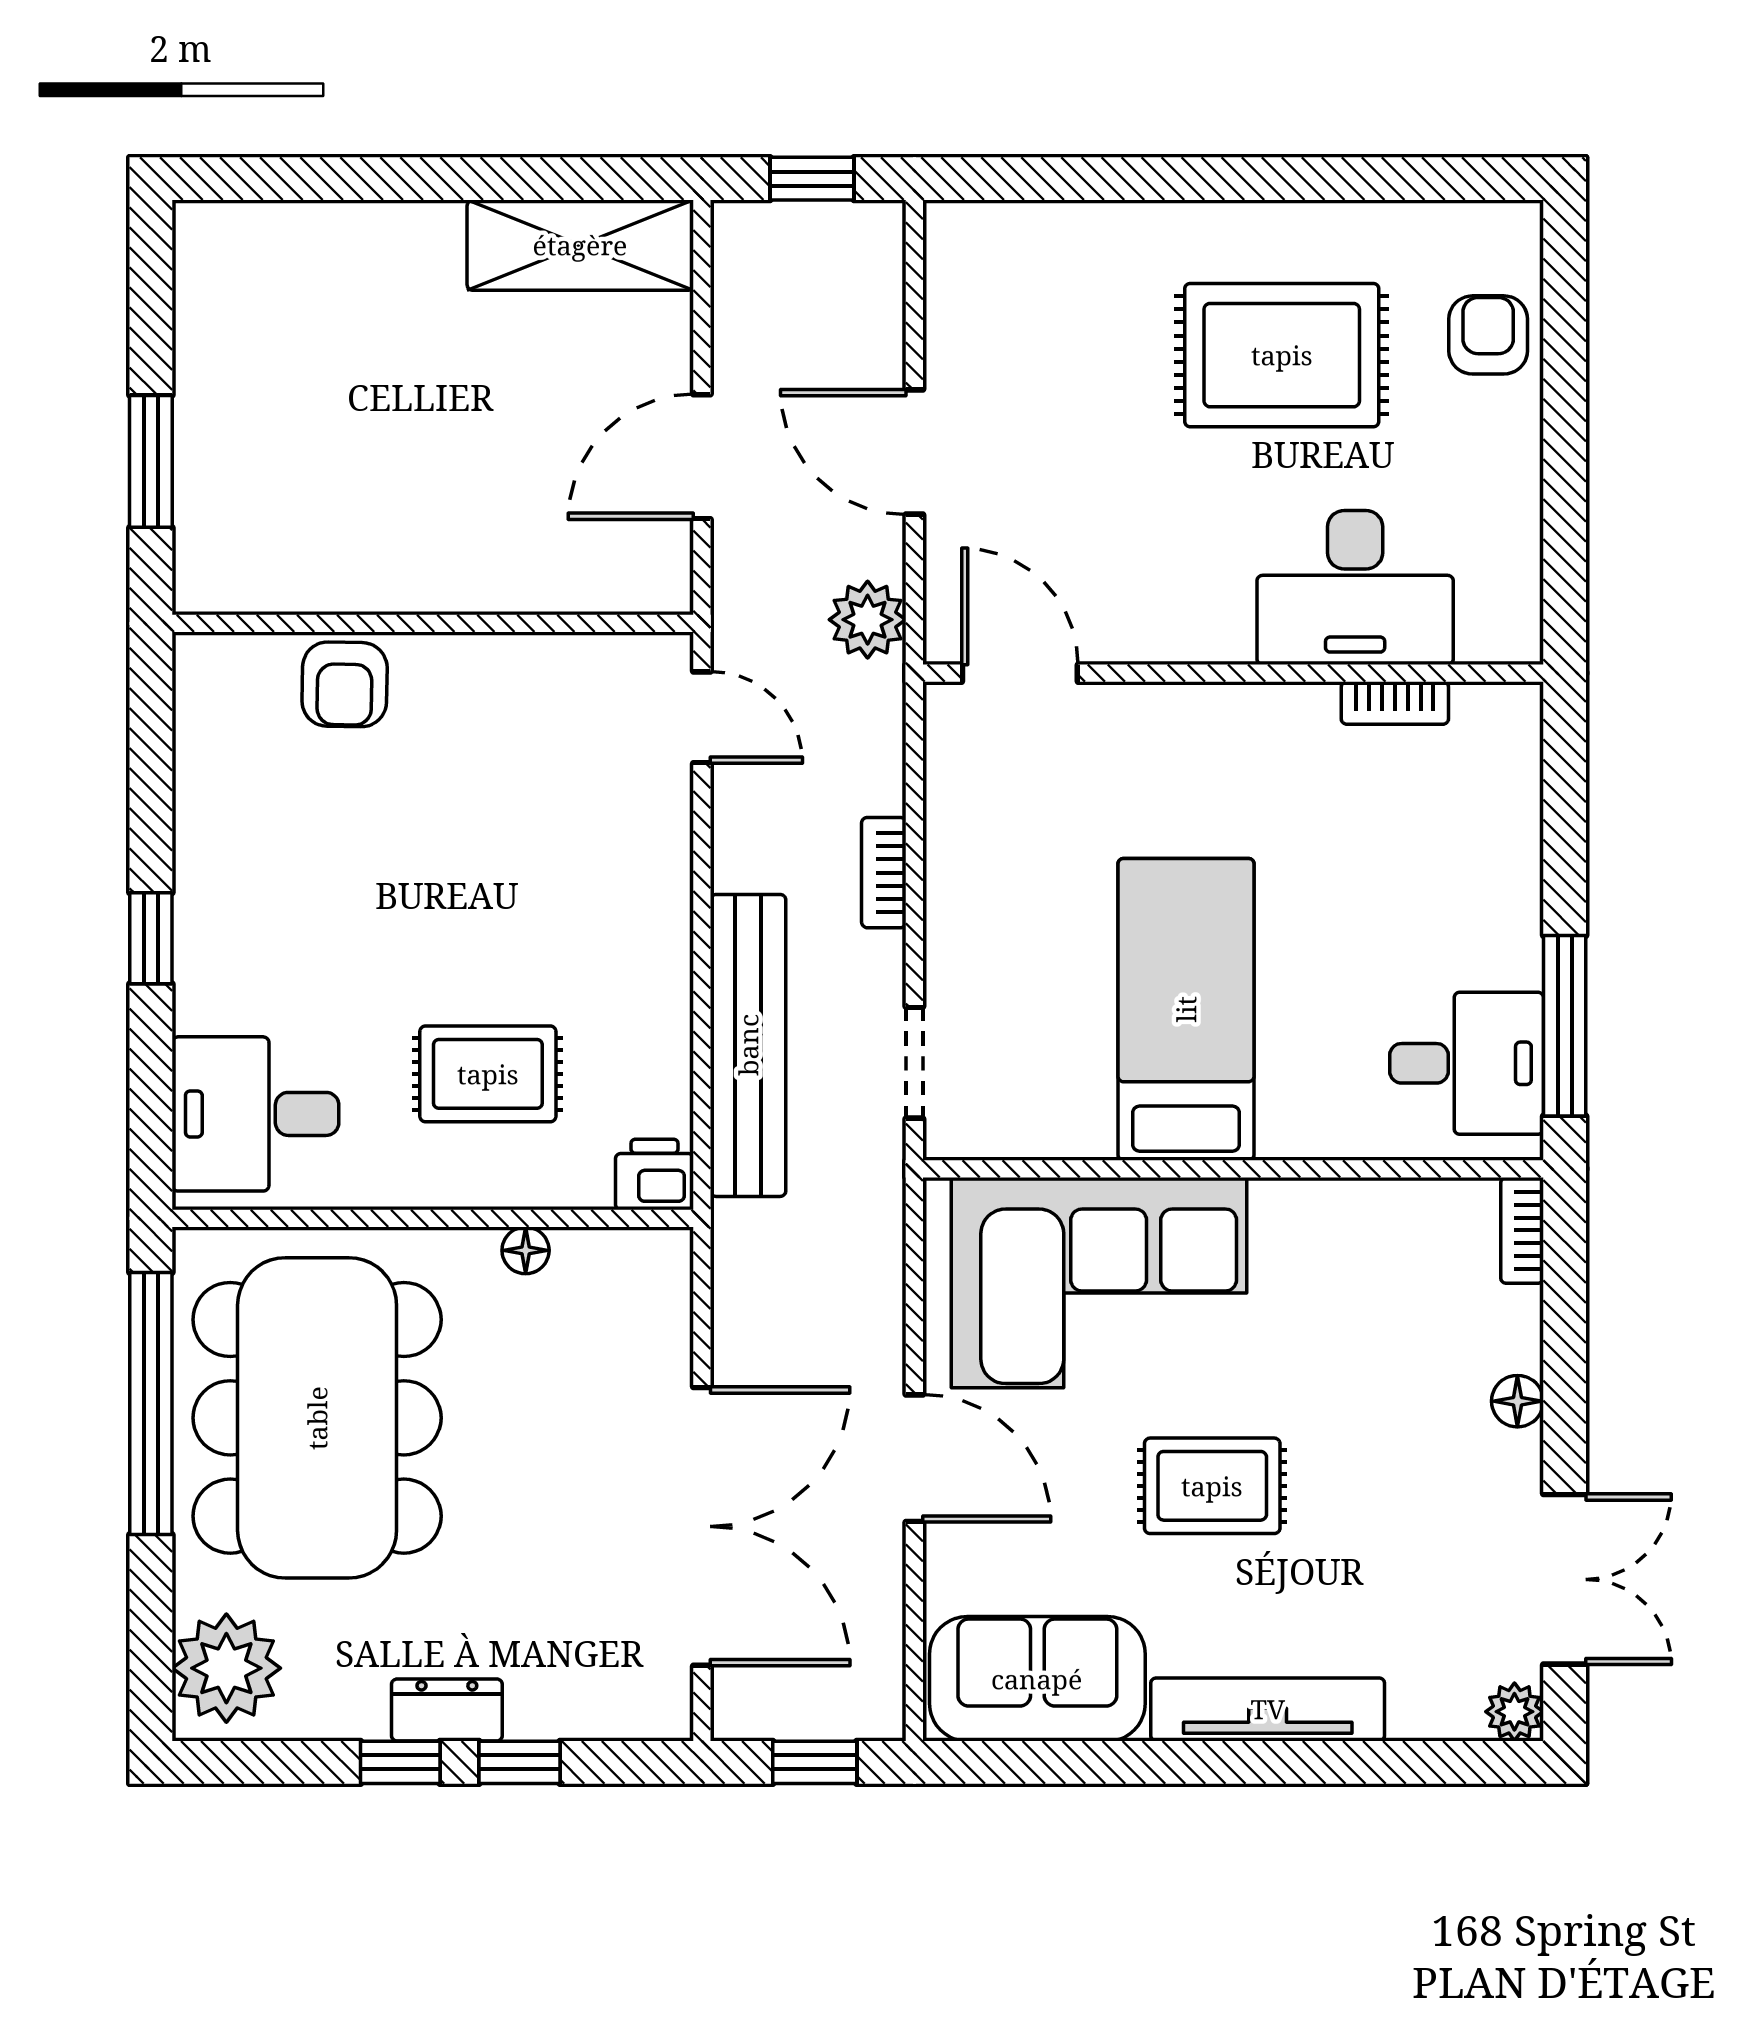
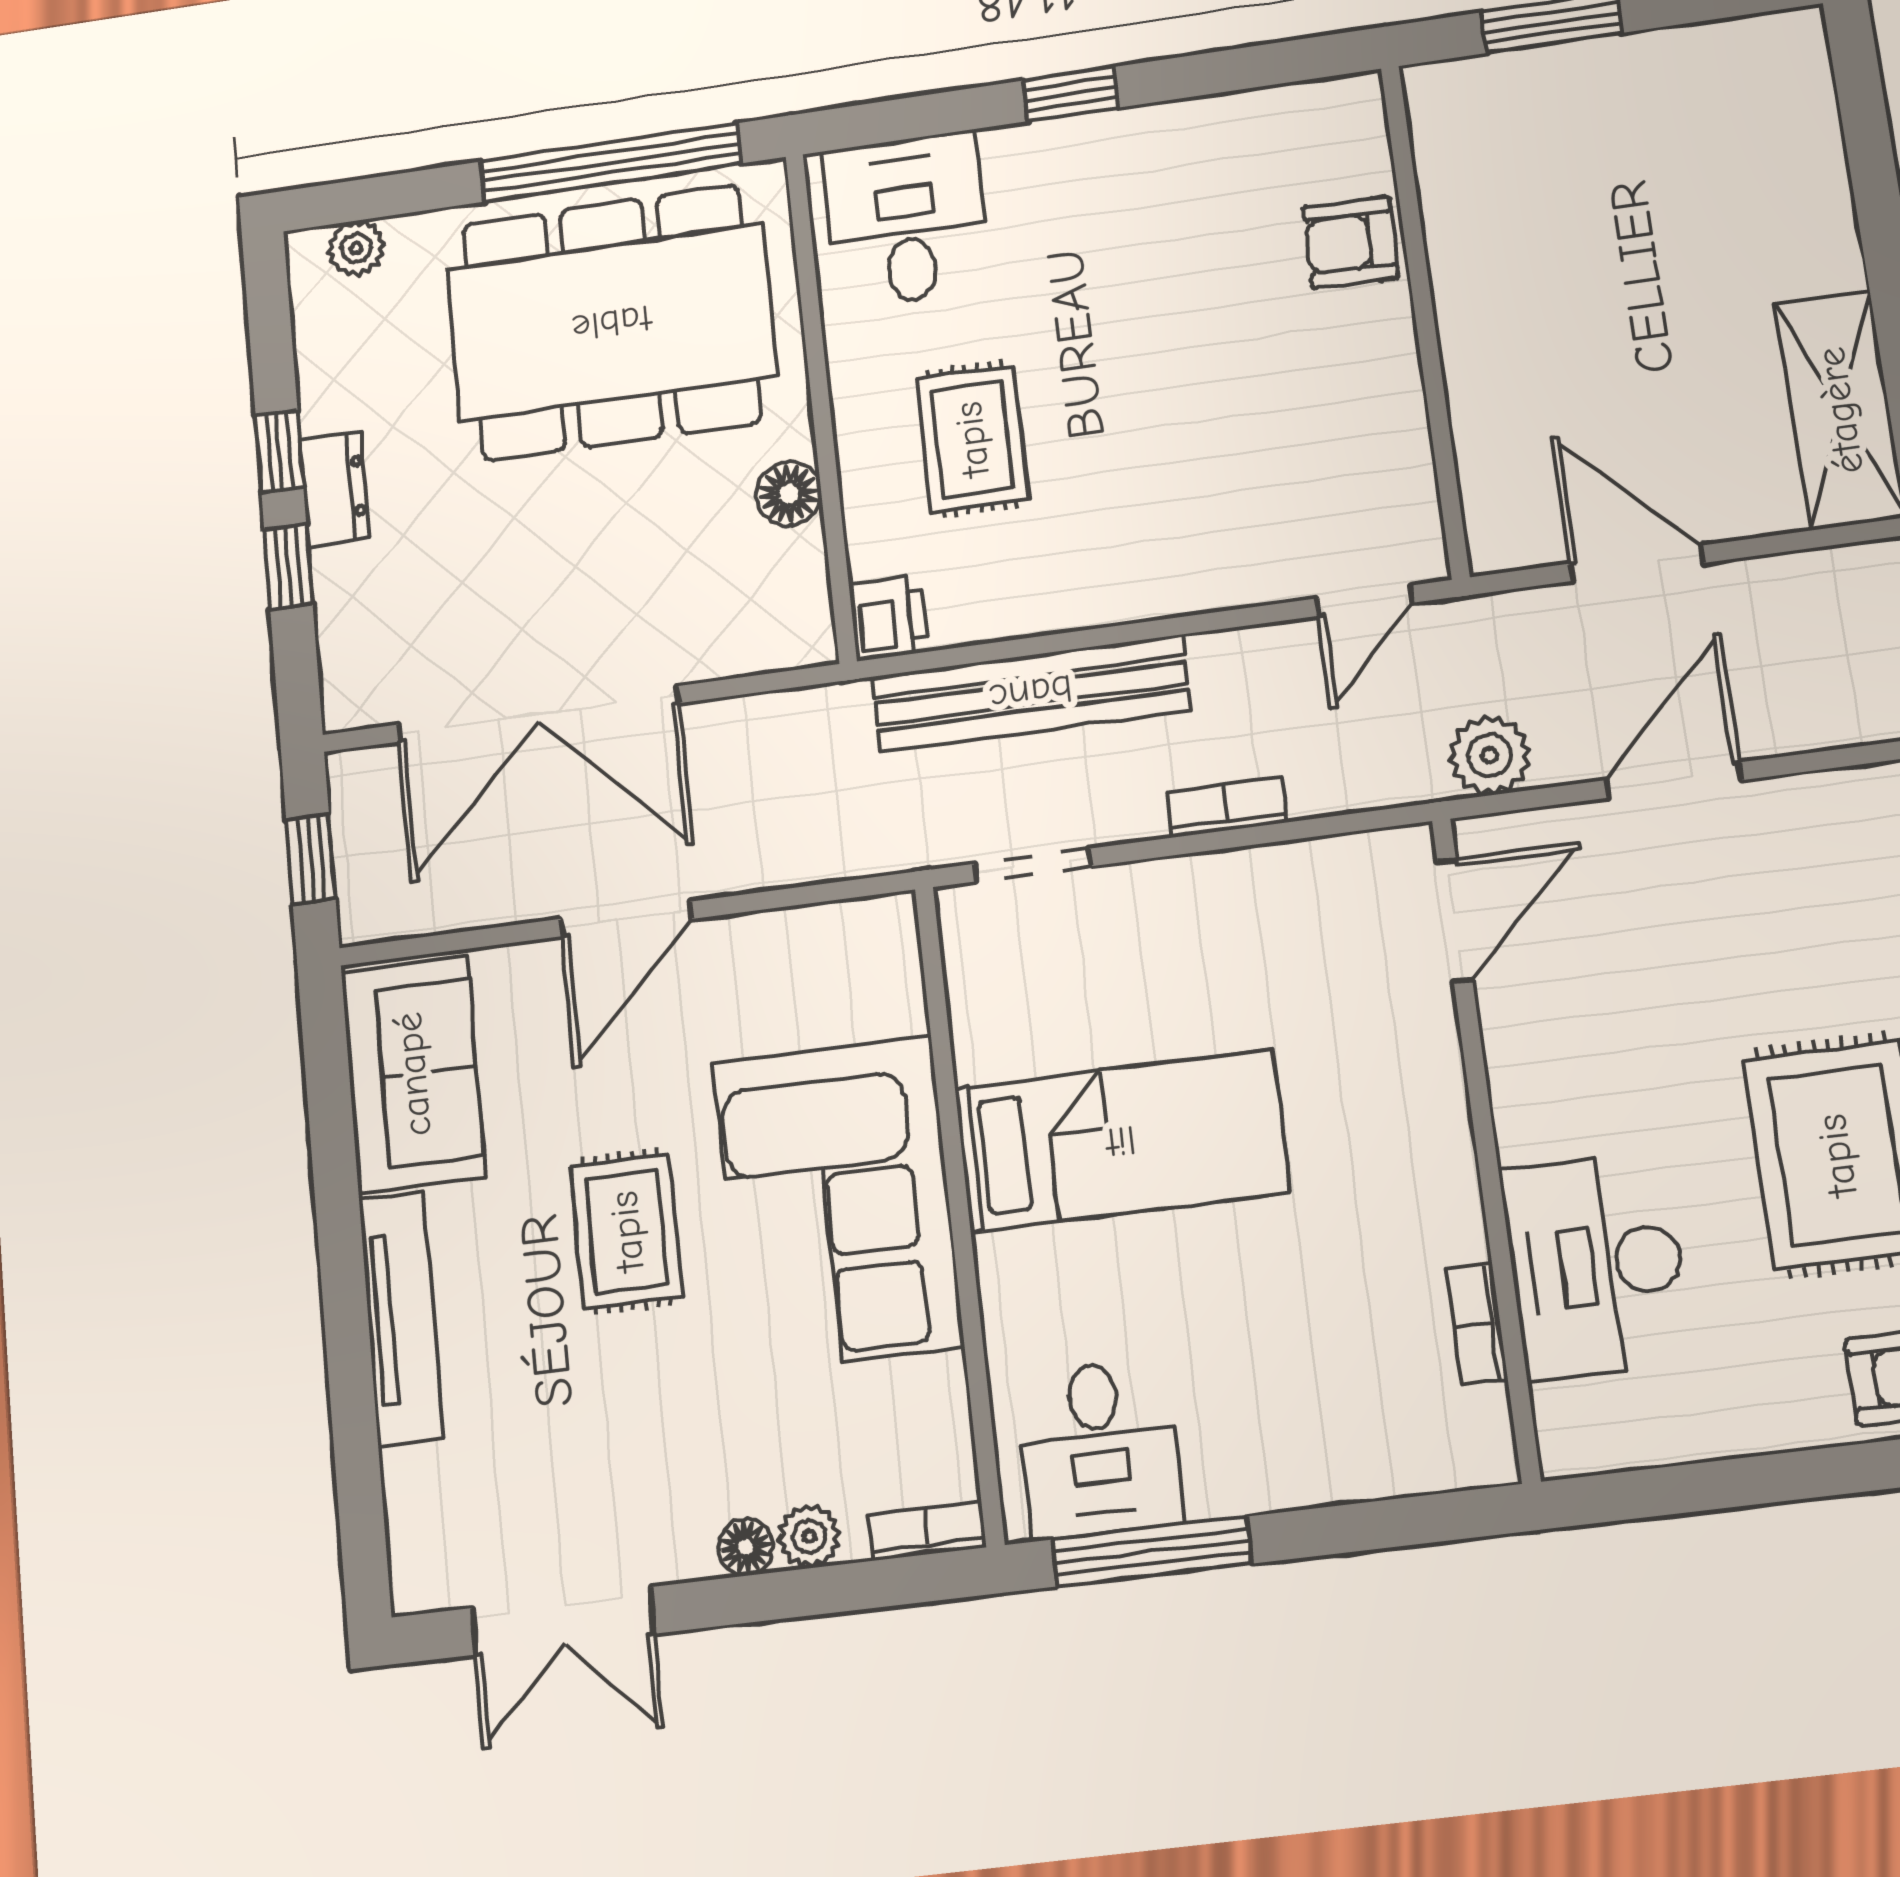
floor lamp: (526, 1250) -> (789, 494), width x1.37, depth x1.37
corner sofa: (1099, 1283) -> (838, 1204), moved
plant: (226, 1668) -> (356, 248), width x0.53, depth x0.53
plant: (1514, 1712) -> (809, 1536), moved

